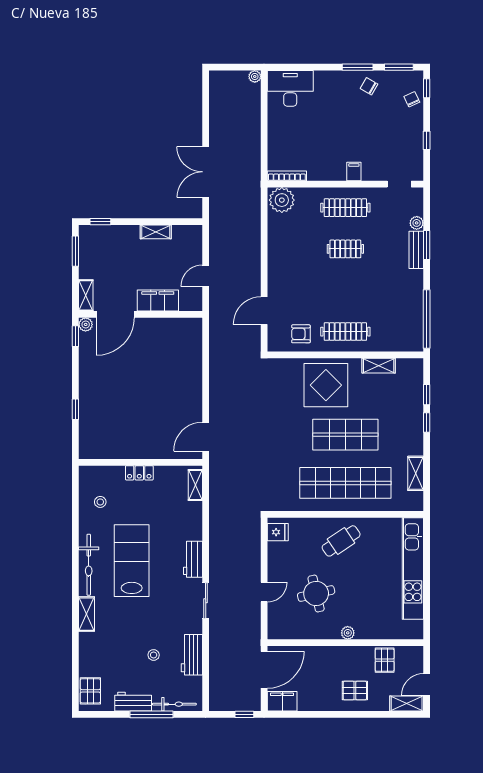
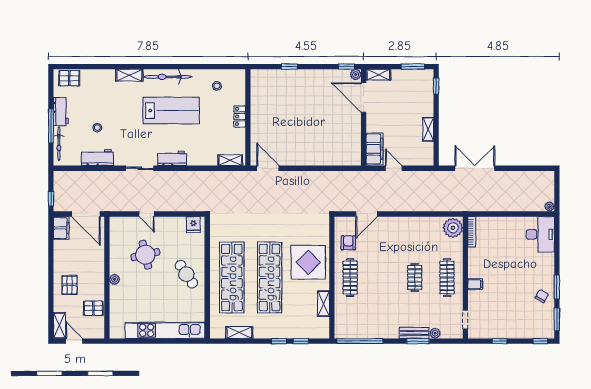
chair: (412, 99) -> (532, 329), removed
filing cabinet: (158, 300) -> (374, 149), moved
door: (264, 311) -> (367, 214), swing flipped
shop shelf: (345, 435) -> (270, 278), width x1.40

